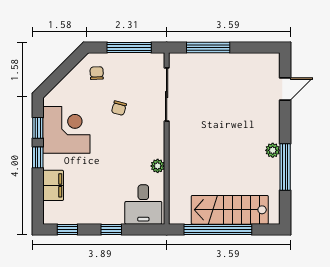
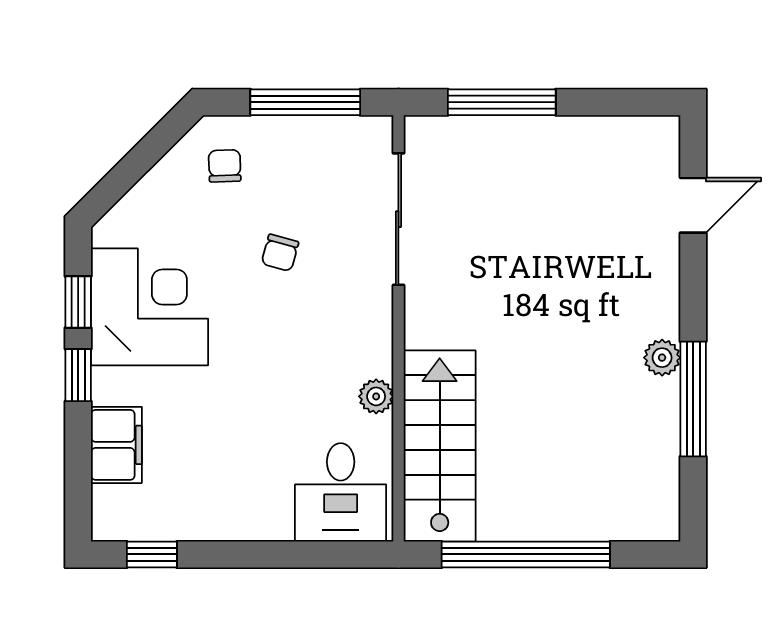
stairs: (230, 210) -> (440, 446), moved, turned 90
window: (111, 229) -> (261, 554), removed

